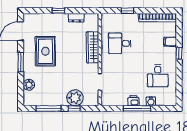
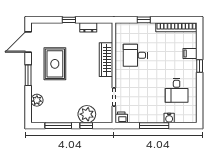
printer: (133, 101) -> (121, 117), moved

